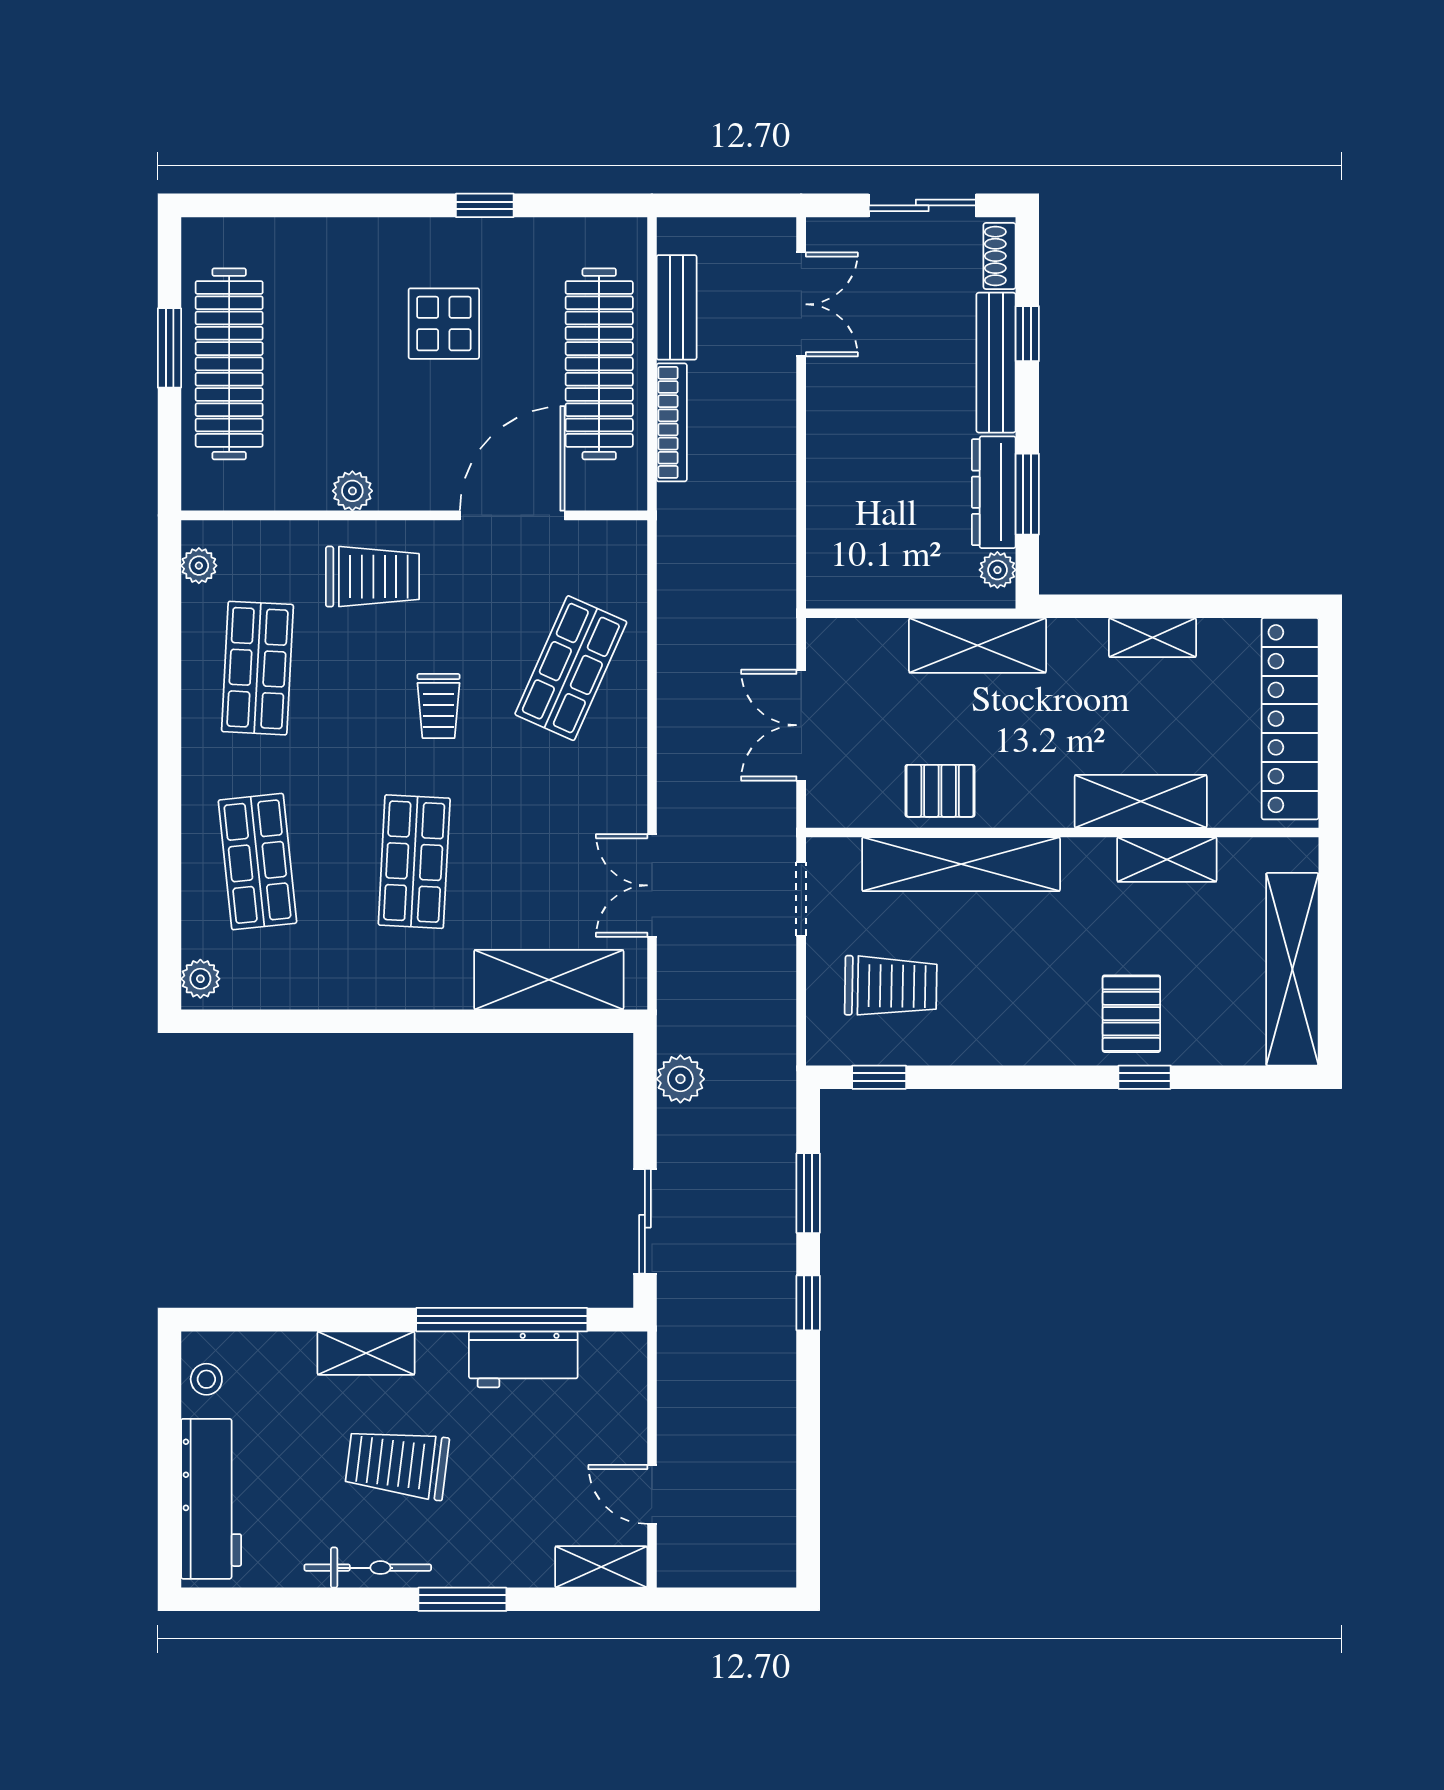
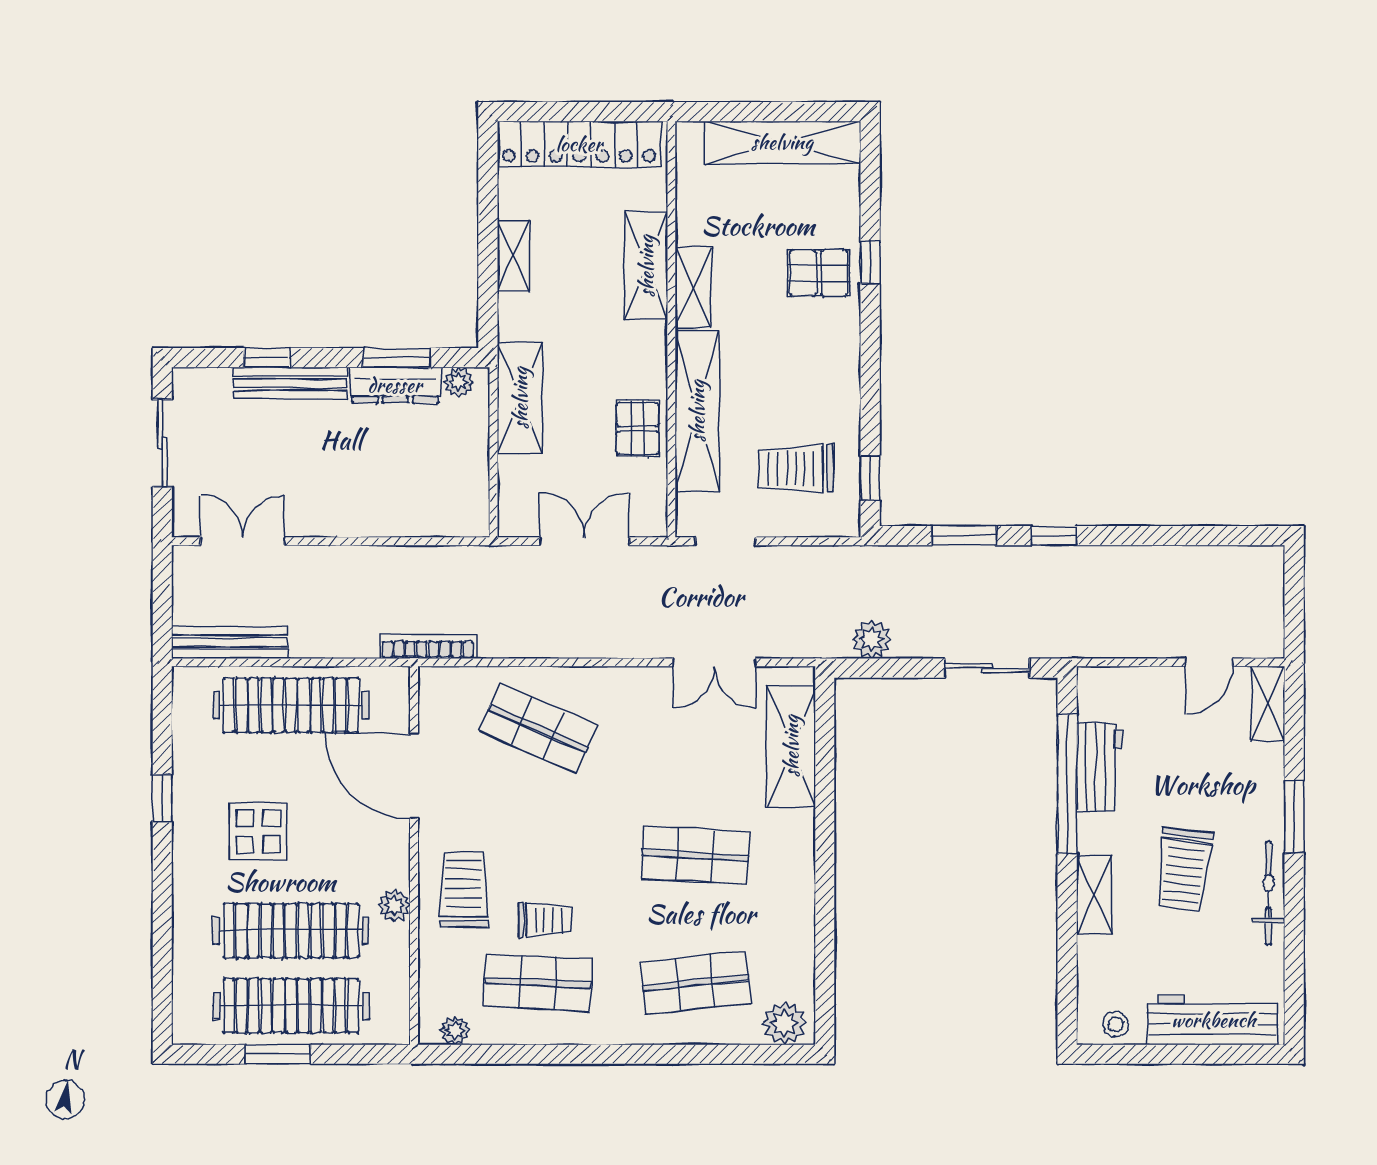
shoe rack: (1000, 256) -> (203, 380), removed
bench: (677, 307) -> (230, 642), width x1.36
clothes rail: (322, 364) -> (291, 931), added
bookcase: (672, 422) -> (428, 646), moved
trolley: (439, 706) -> (545, 920), moved
double door: (801, 725) -> (584, 541), swing flipped
shelving: (1167, 859) -> (693, 288), moved
plant: (200, 979) -> (784, 1023), width x1.38, depth x1.38
trolley: (891, 986) -> (796, 468), turned -91

